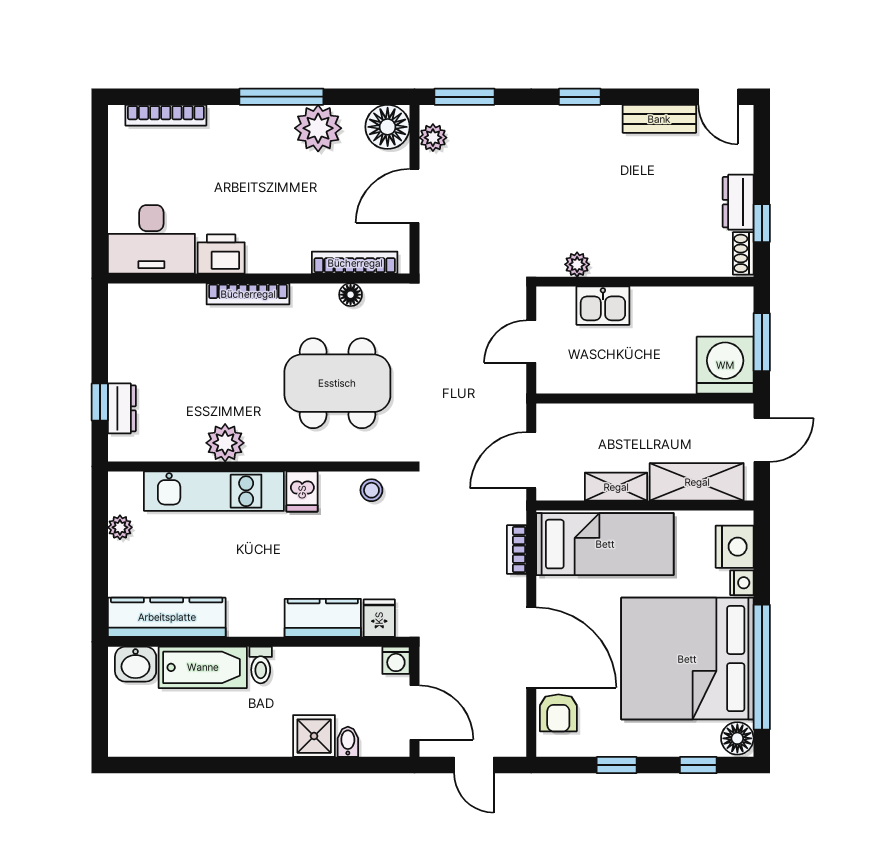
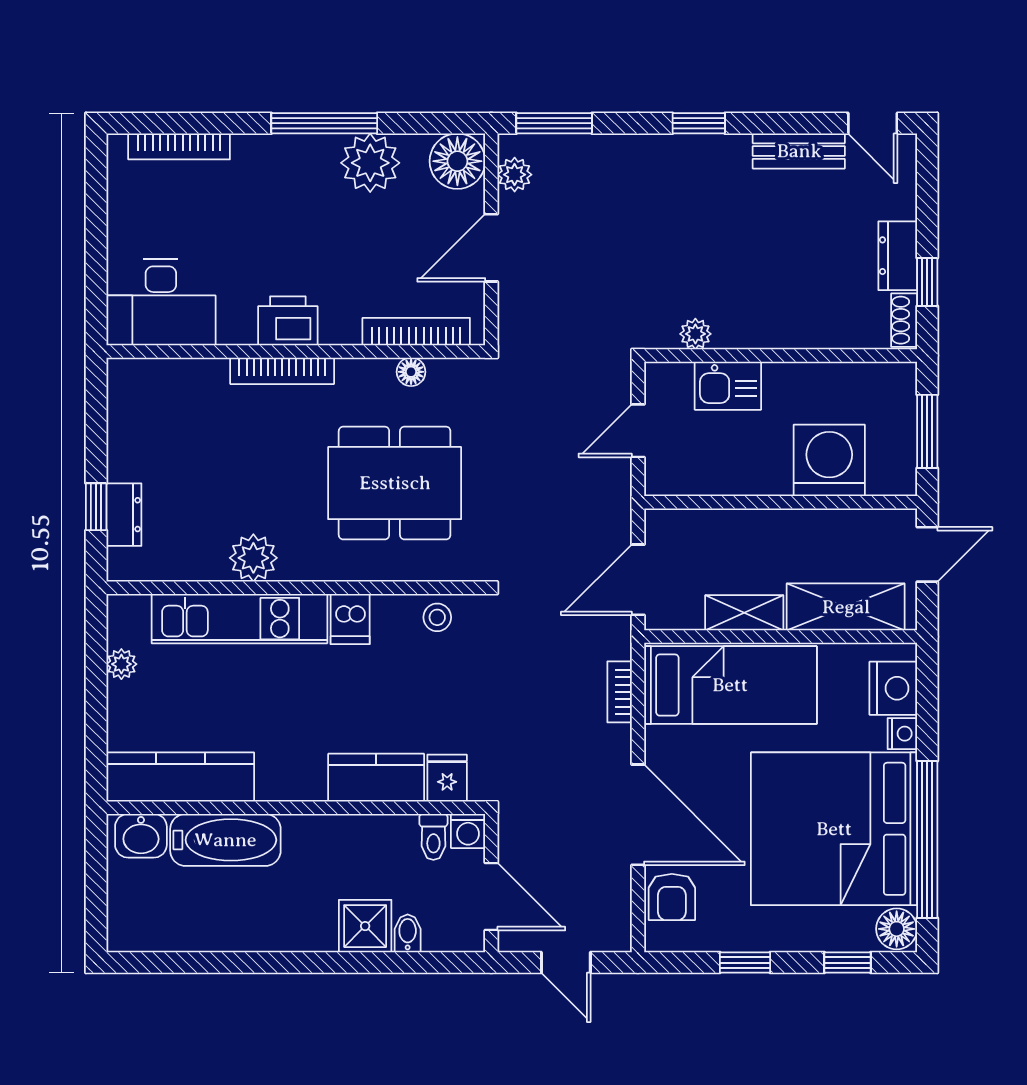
printer: (221, 254) -> (288, 321), moved
washing machine: (725, 365) -> (829, 460), moved
toilet: (261, 665) -> (433, 837), moved

